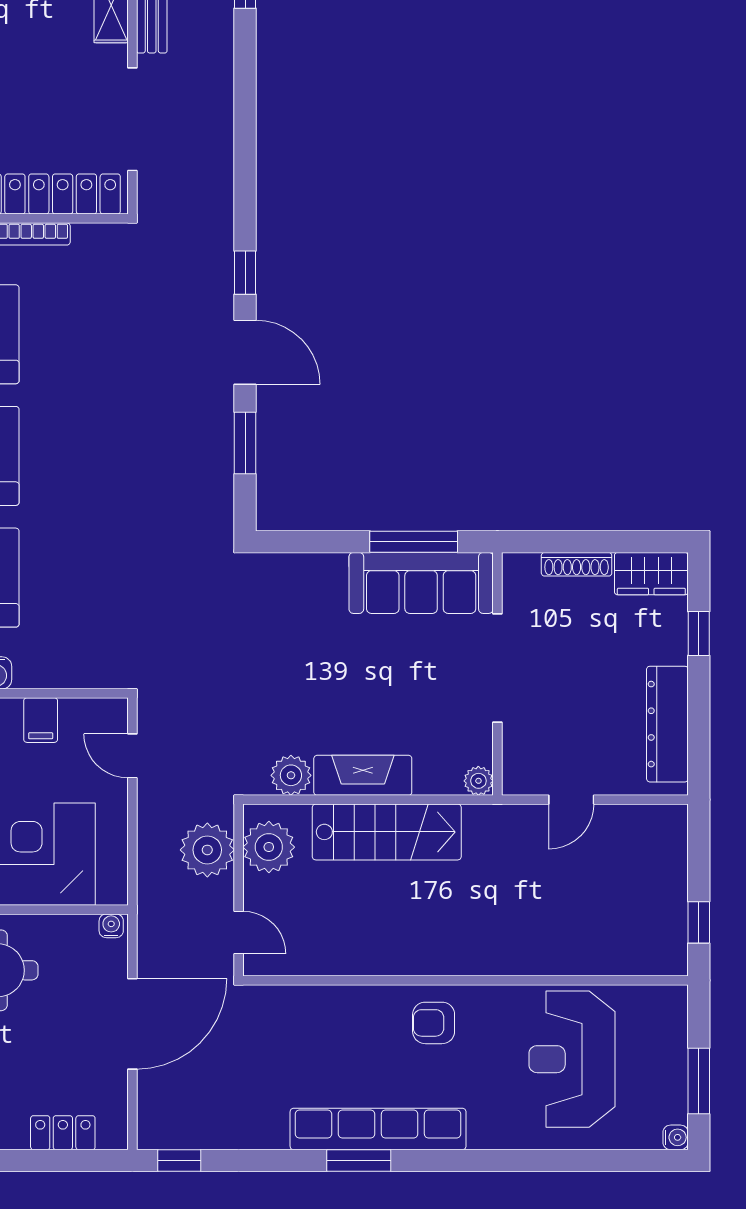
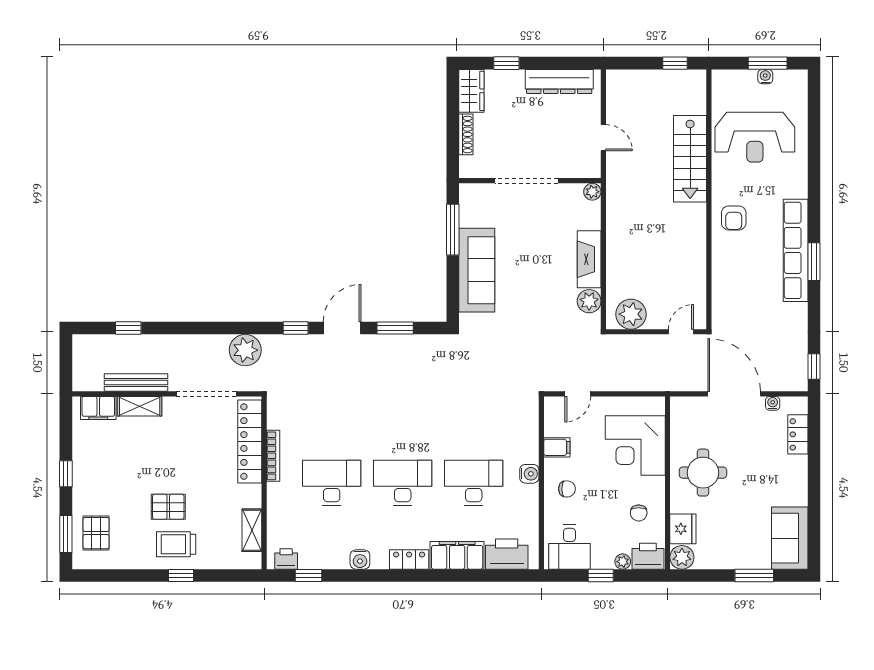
sofa: (421, 583) -> (477, 270), moved
stairs: (387, 832) -> (690, 159), moved, turned 180
plant: (207, 850) -> (245, 350), moved
water cooler: (111, 926) -> (773, 403), moved, turned 90
water cooler: (676, 1137) -> (765, 77), moved

